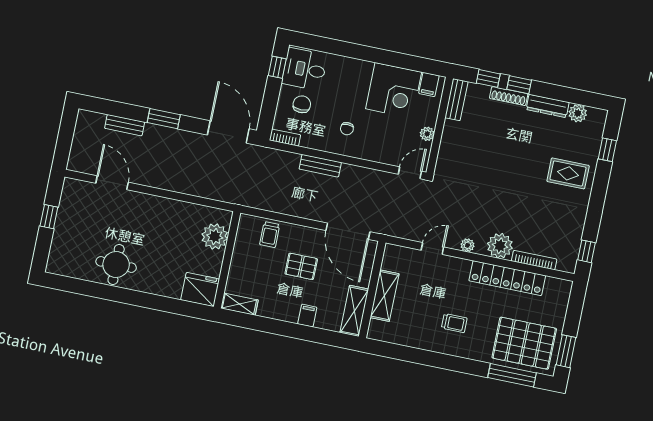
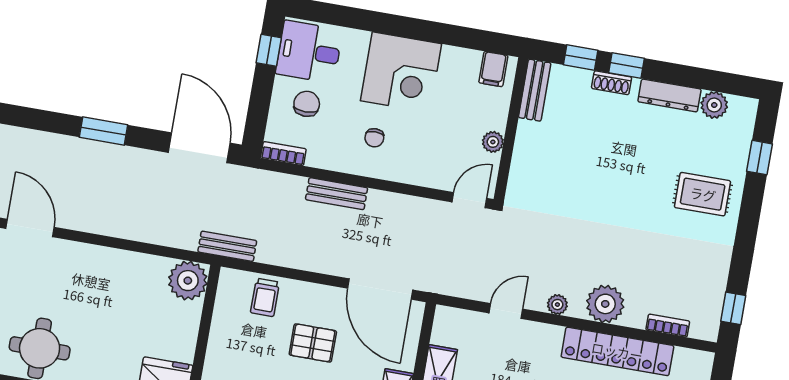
corner desk: (394, 90) -> (401, 72), moved
shoe rack: (509, 96) -> (612, 83), width x0.70
bench: (125, 125) -> (227, 246), moved
plant: (215, 236) -> (188, 281), moved
bookcase: (534, 260) -> (668, 326), width x0.64

